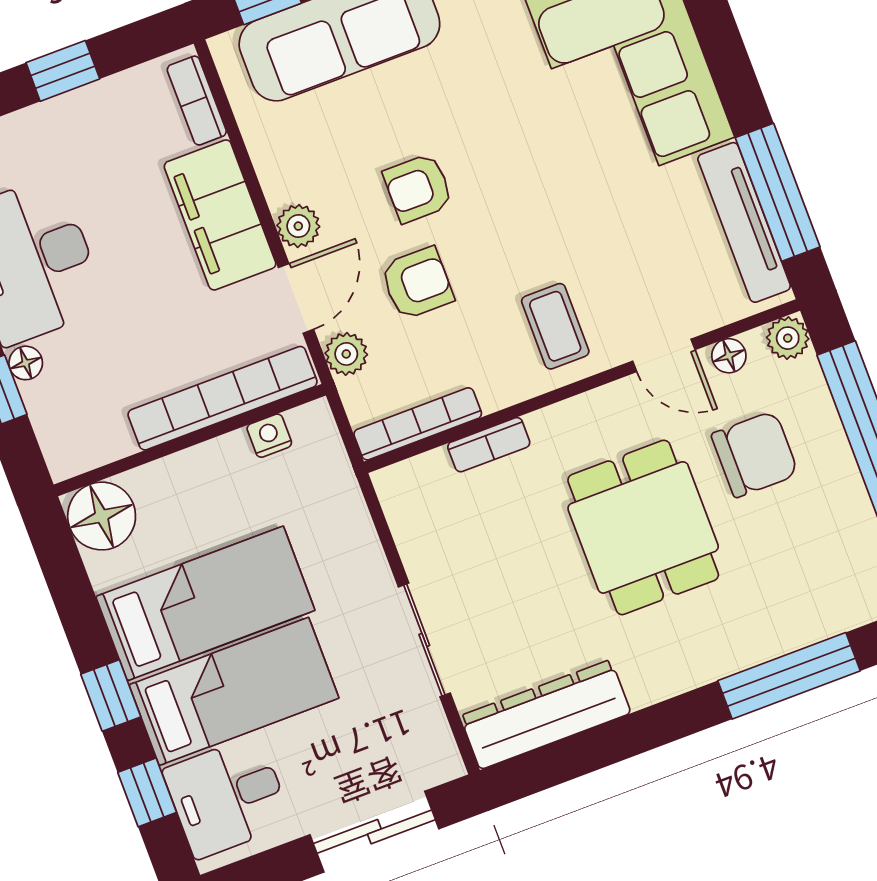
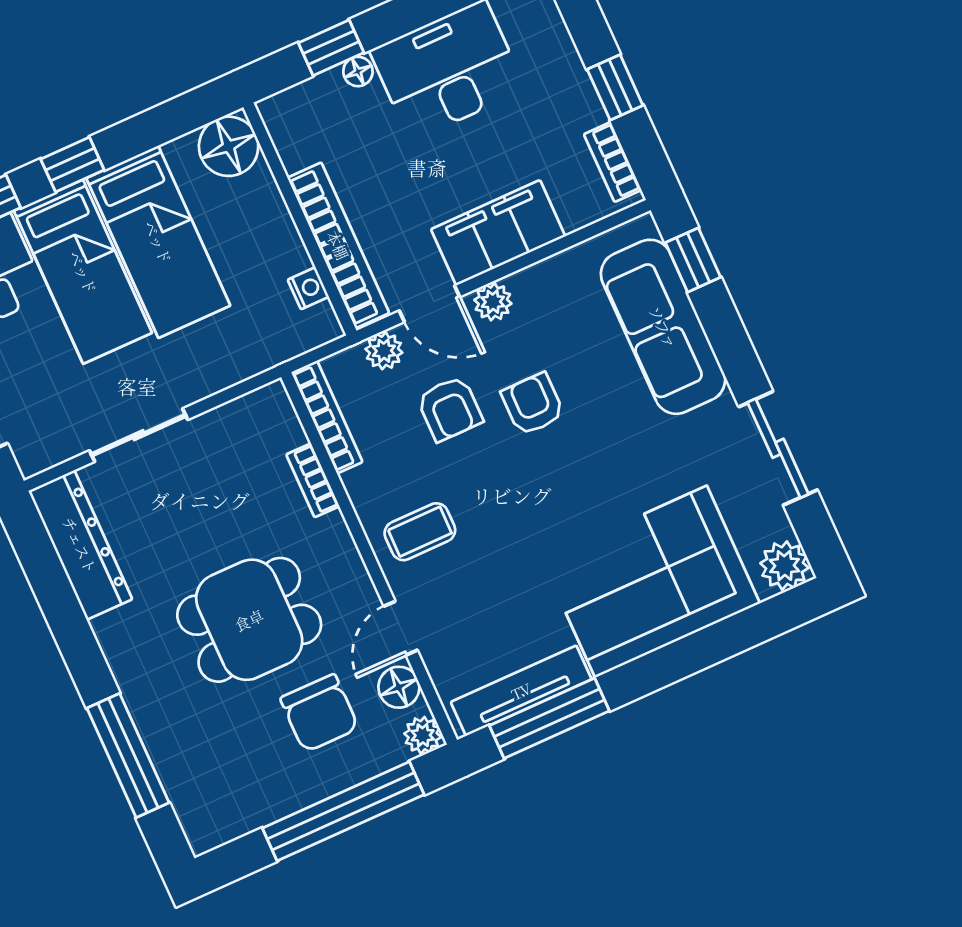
bookcase: (197, 101) -> (613, 162), moved, turned -90
floor lamp: (729, 356) -> (399, 687), width x1.37, depth x1.37

